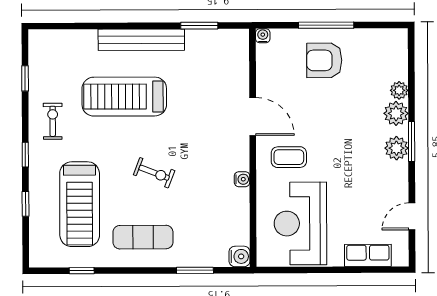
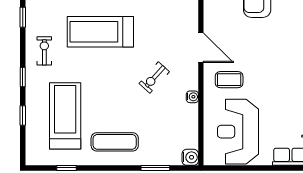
exercise bike: (154, 173) -> (154, 77), moved, turned 111
treadmill: (80, 204) -> (65, 116), turned 180

